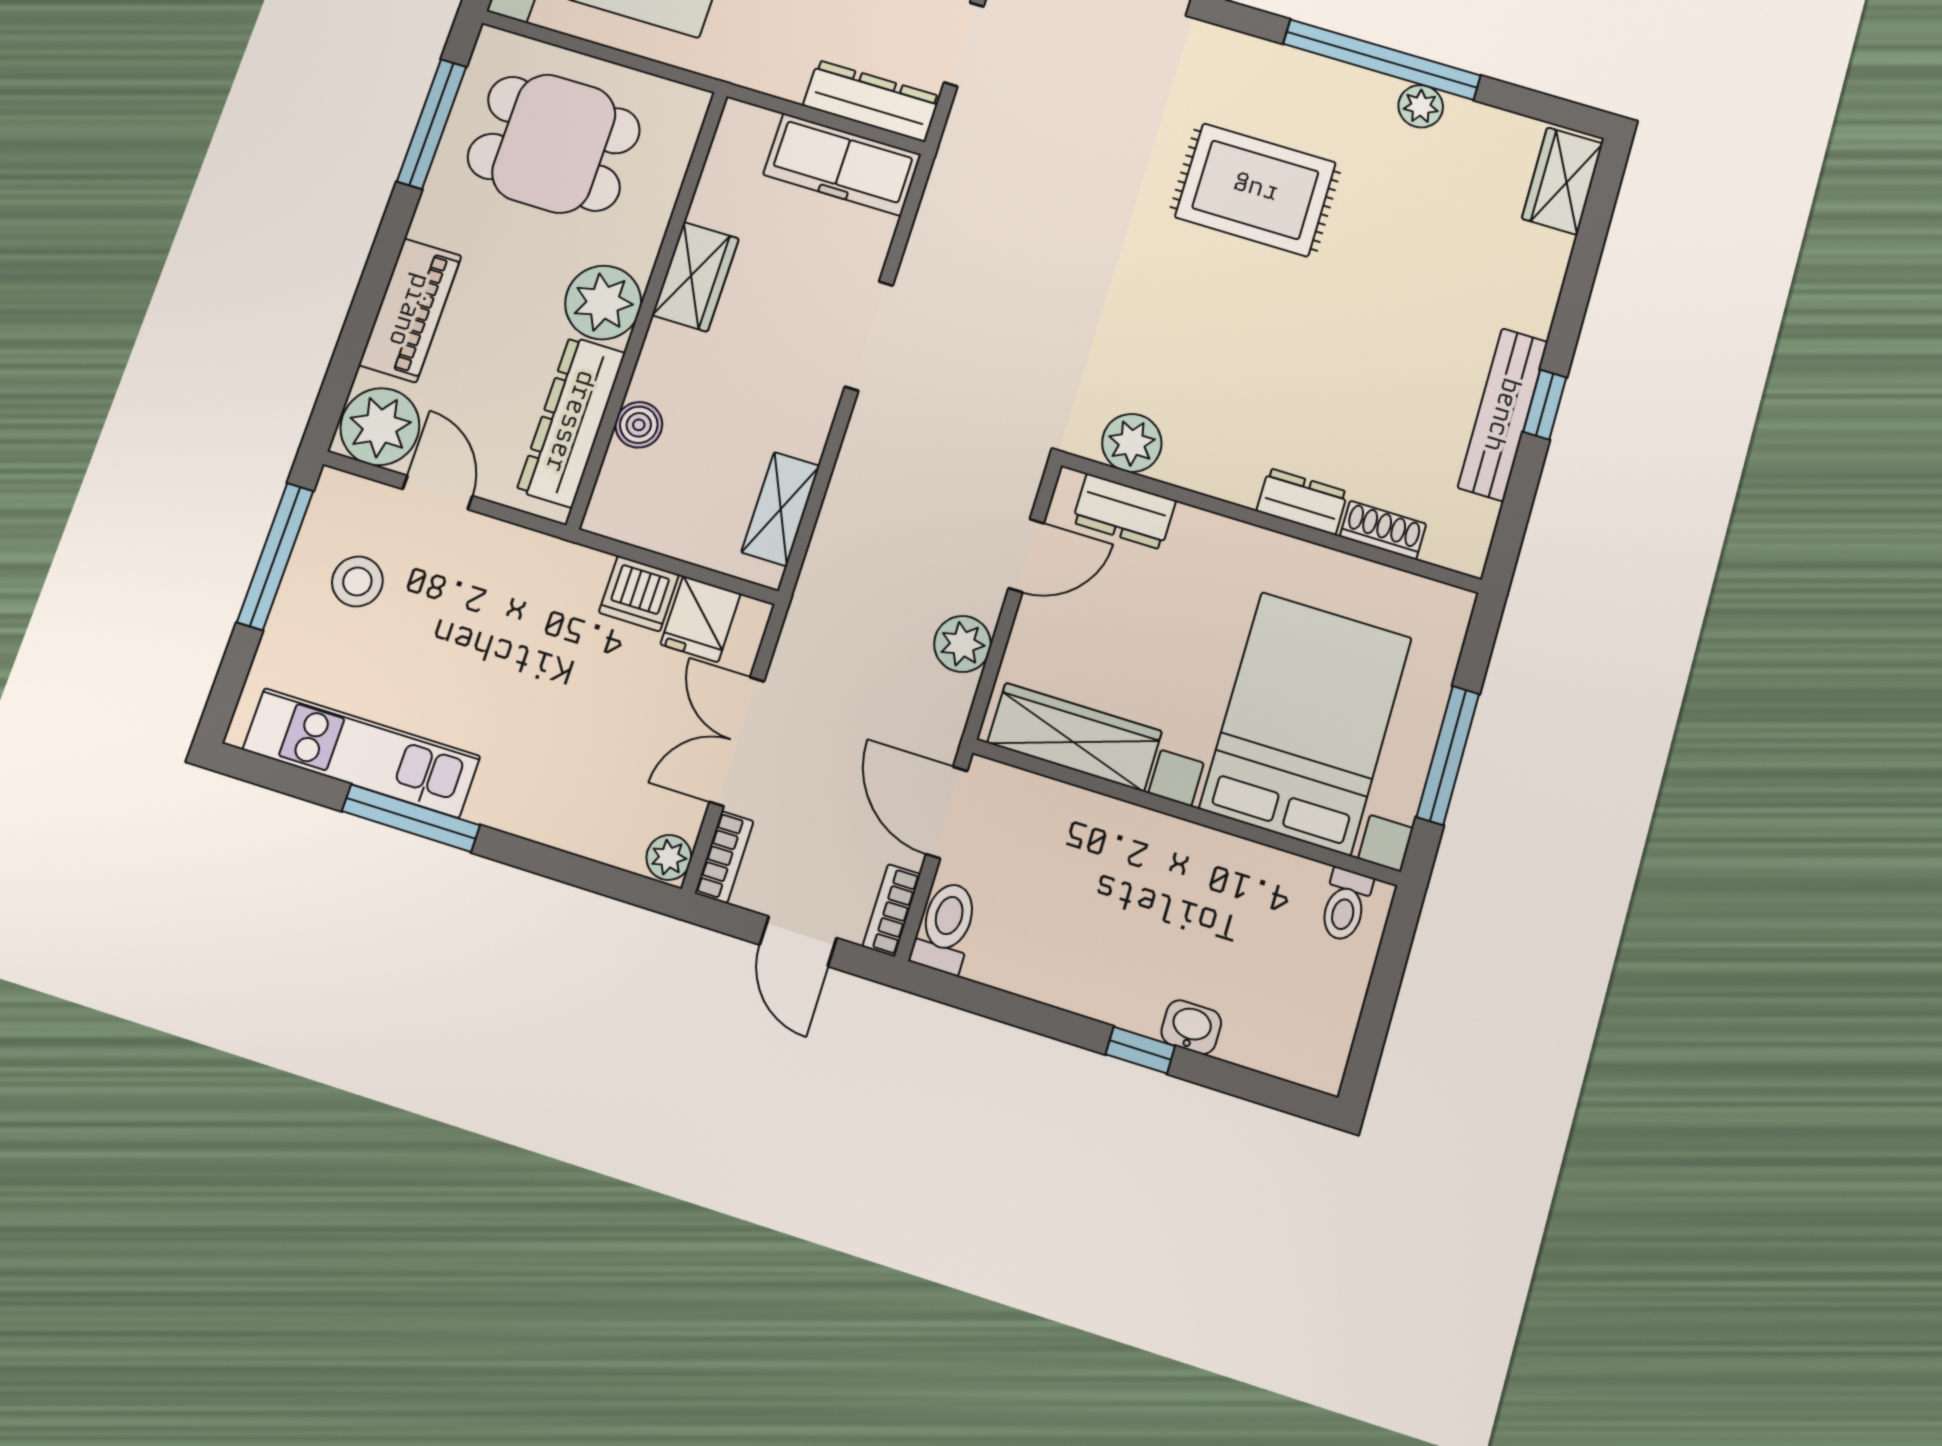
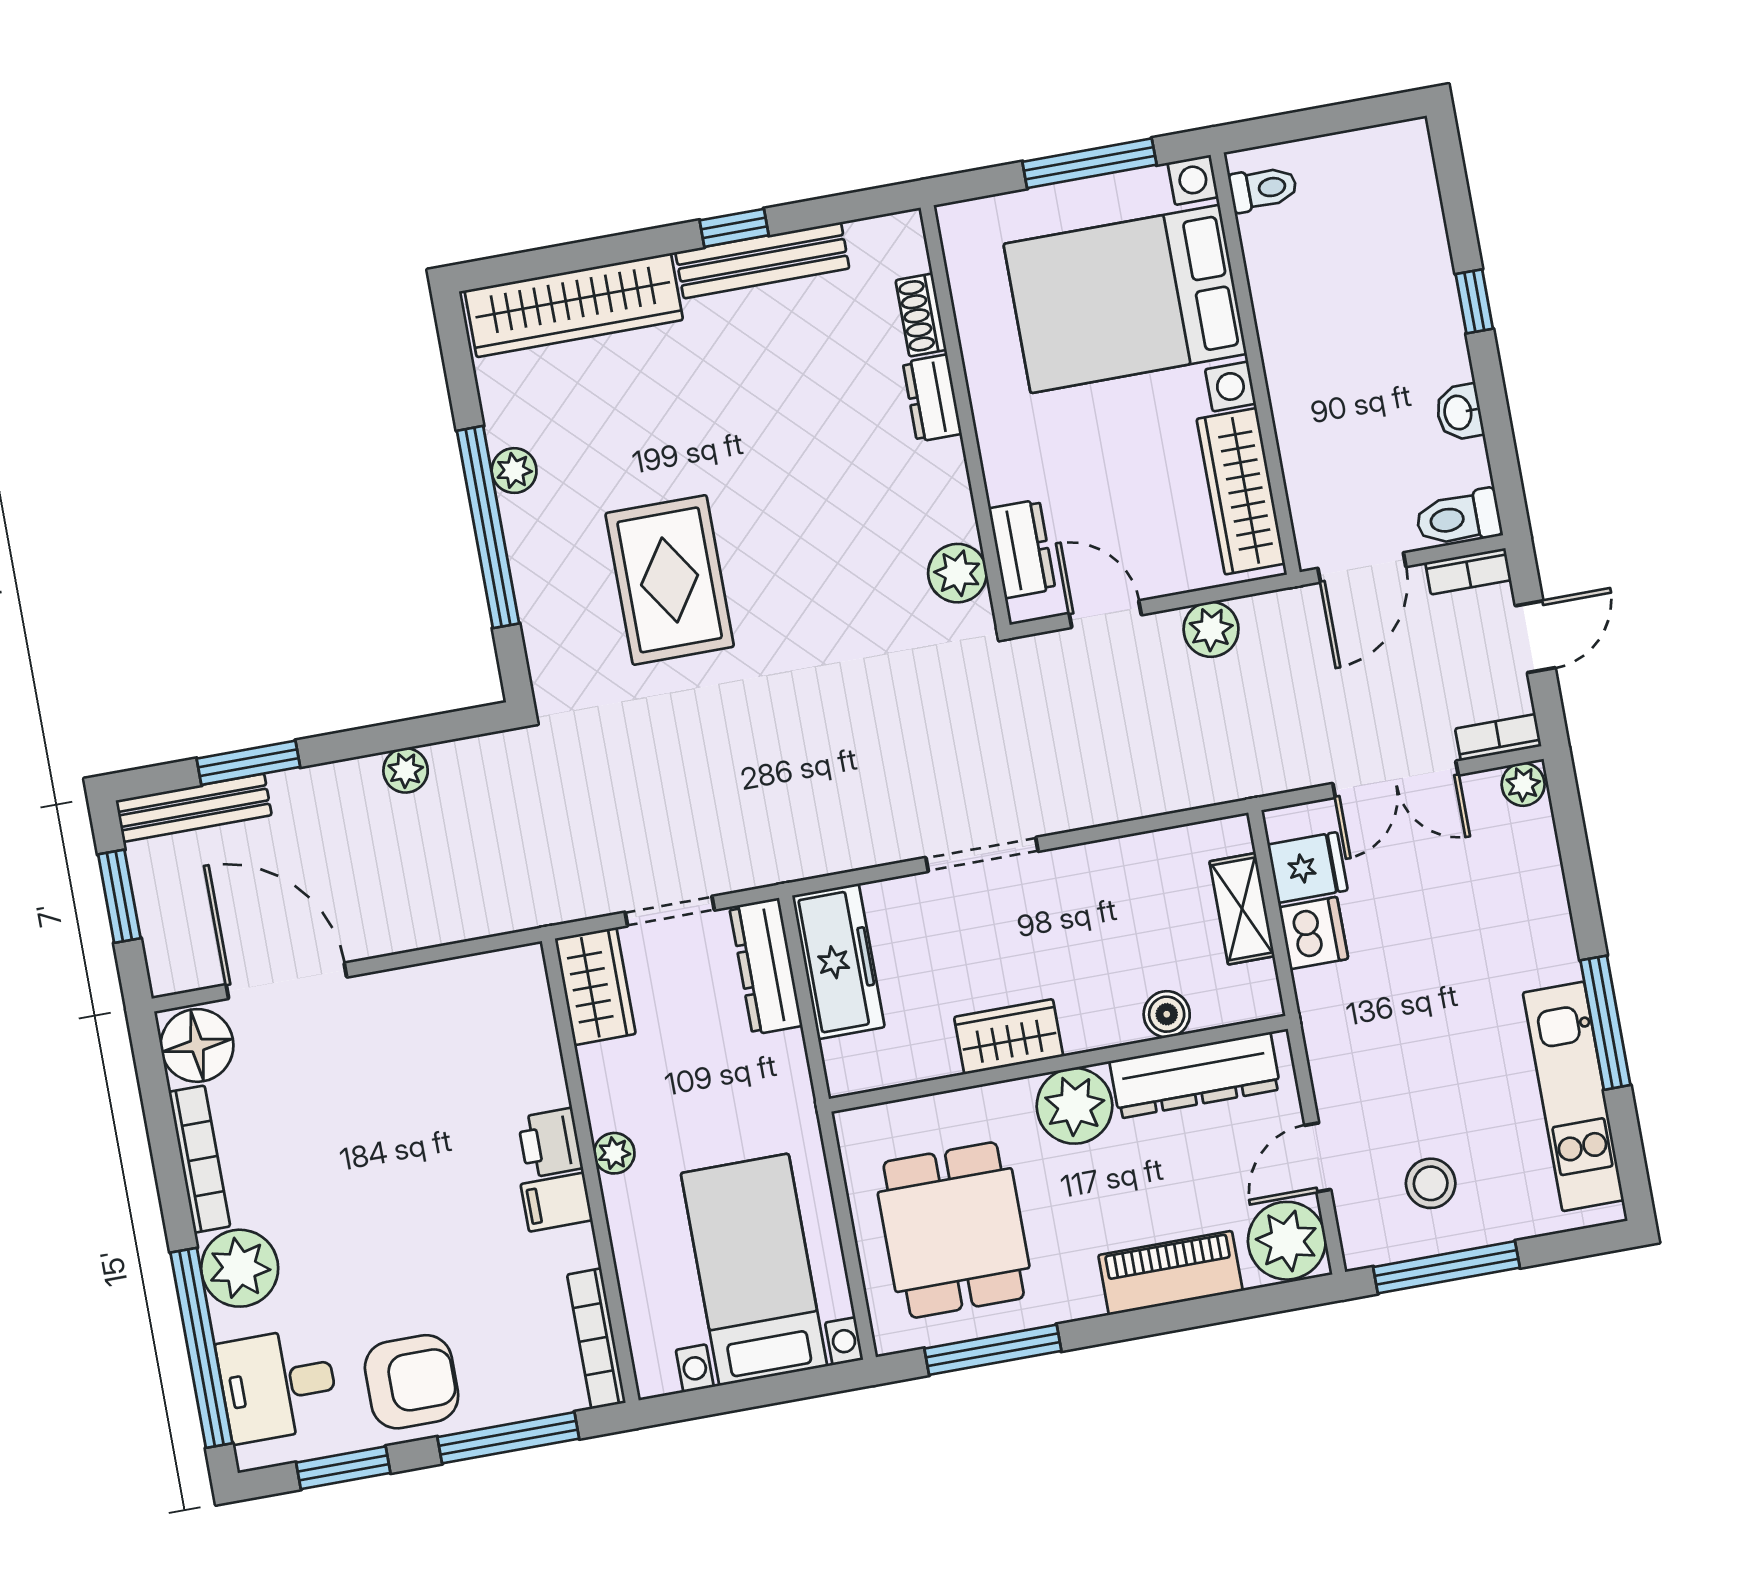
wardrobe: (1562, 181) -> (574, 305), width x2.10, depth x1.17
shelving: (781, 509) -> (1242, 909), moved, turned 90
washbasin: (1191, 1027) -> (1459, 412), moved

